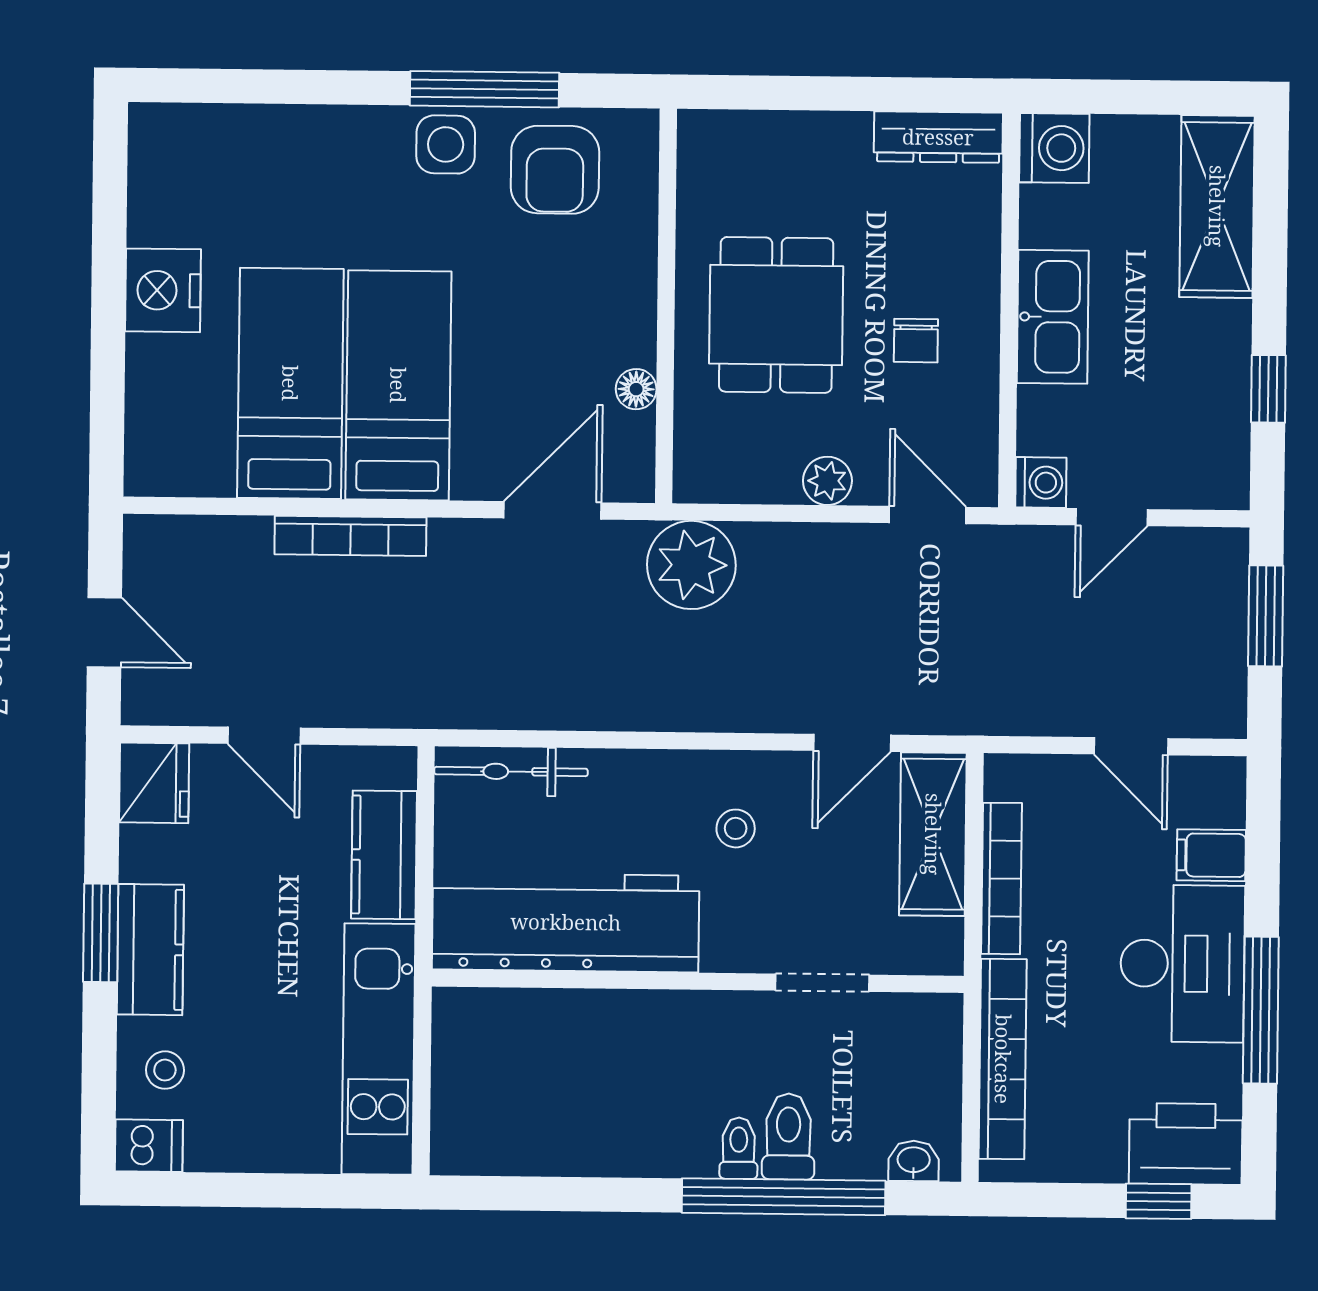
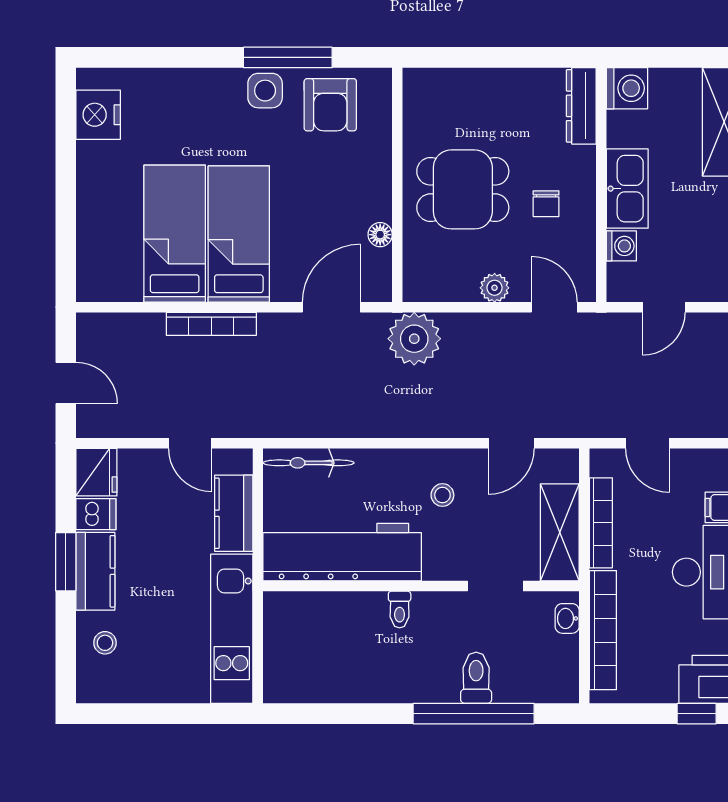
dresser: (938, 137) -> (581, 106), moved, turned 90
nightstand: (163, 290) -> (98, 115), moved
dining table: (776, 315) -> (463, 189), turned 90
washing machine: (1041, 483) -> (621, 246), moved
door: (264, 736) -> (190, 443), moved
door: (1131, 746) -> (648, 443), moved
shelving: (933, 834) -> (560, 532), moved
dishwasher: (149, 1146) -> (96, 514), moved
toilet: (739, 1148) -> (400, 609), moved, turned 180
washbasin: (914, 1161) -> (567, 618), moved, turned -90

